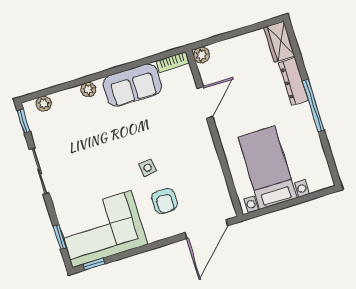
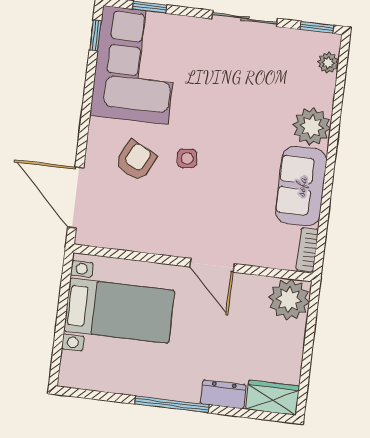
plant: (201, 55) -> (289, 300), width x1.87, depth x1.87
dresser: (294, 81) -> (223, 394), width x0.70
plant: (88, 90) -> (312, 127), width x1.88, depth x1.88
door: (205, 103) -> (212, 265), moved
armchair: (164, 201) -> (136, 161), turned 117

